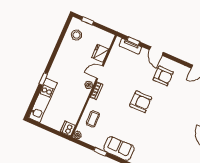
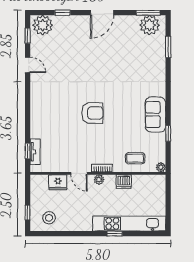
door: (156, 51) -> (28, 120), removed
armchair: (163, 76) -> (52, 100), removed
kitchen unit: (43, 100) -> (129, 224), width x1.36
armchair: (141, 102) -> (92, 113), turned 90
dishwasher: (68, 129) -> (124, 182), moved

